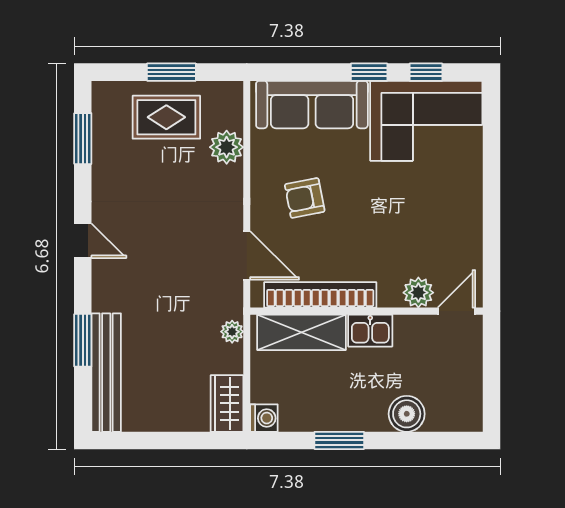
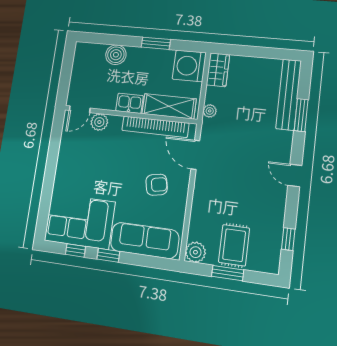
rug: (166, 117) -> (234, 245), turned 90
window: (83, 139) -> (288, 239), width x0.67
plant: (227, 147) -> (195, 252), moved
washing machine: (264, 418) -> (189, 66), width x1.89, depth x1.89

